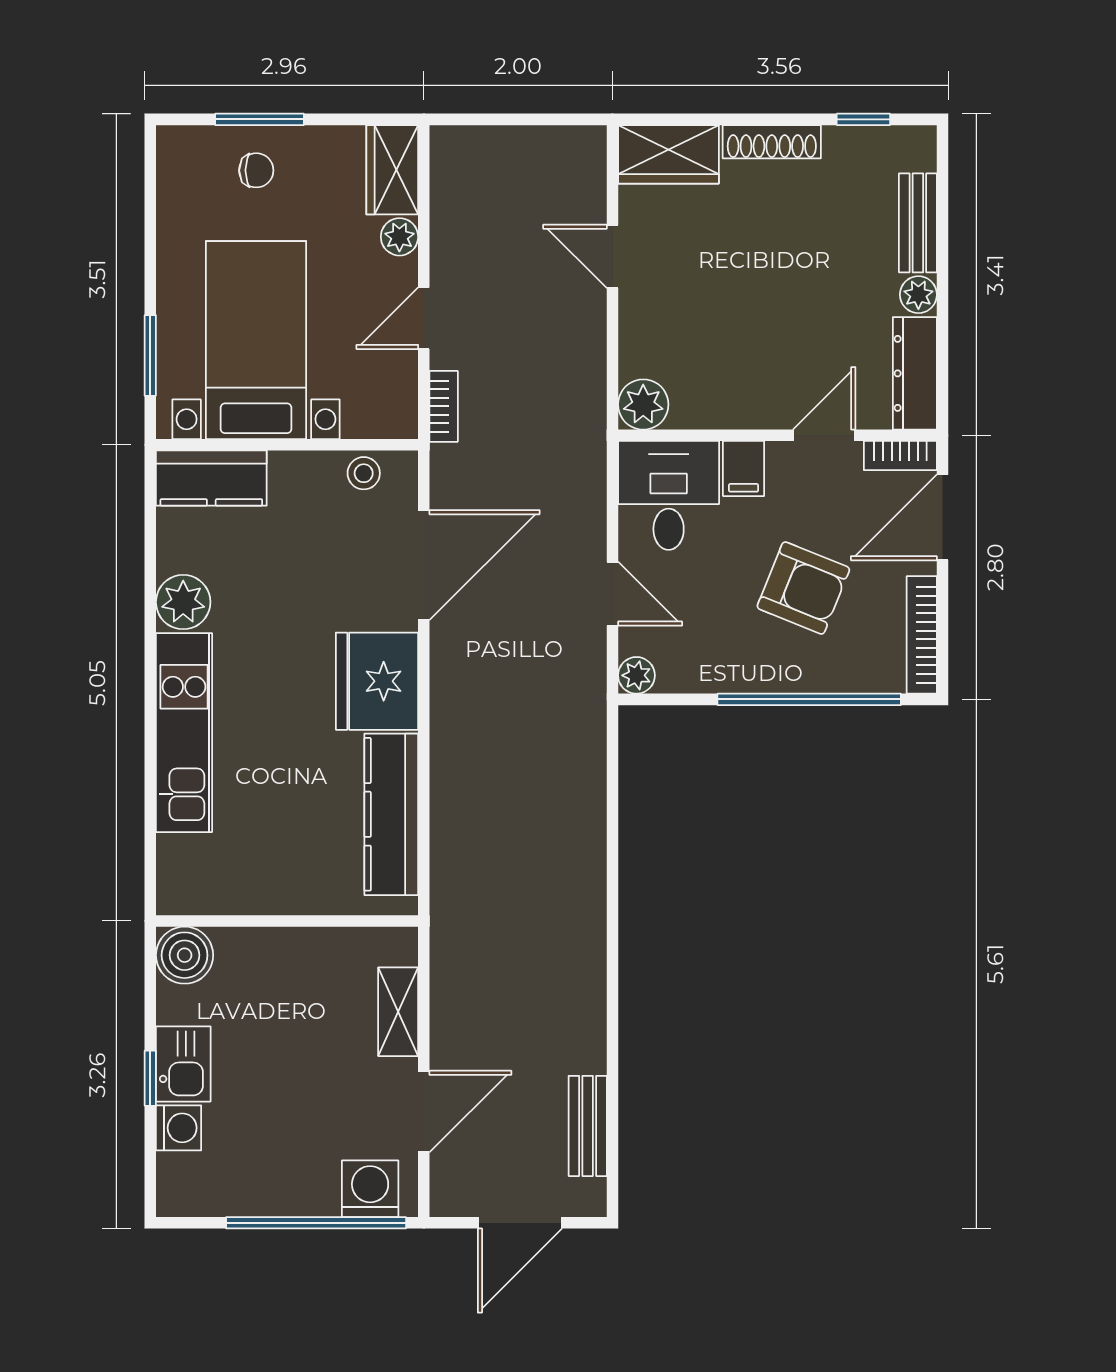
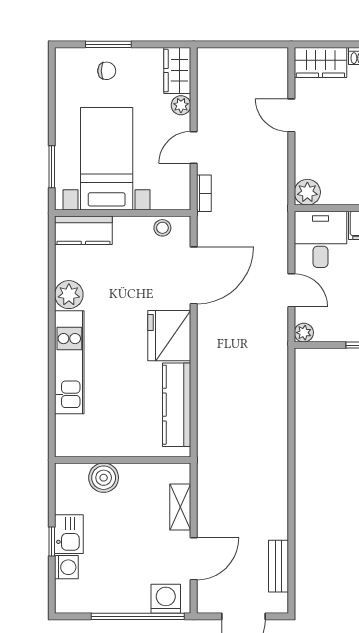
boiler: (185, 955) -> (104, 478), moved

